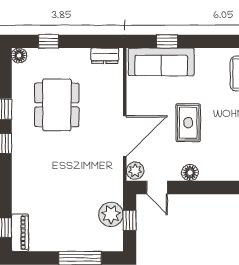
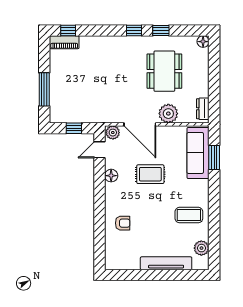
window: (48, 41) -> (214, 65), removed
window: (167, 41) -> (214, 158), width x1.50
dining table: (57, 105) -> (164, 71), turned 90
plant: (111, 214) -> (168, 114), moved

